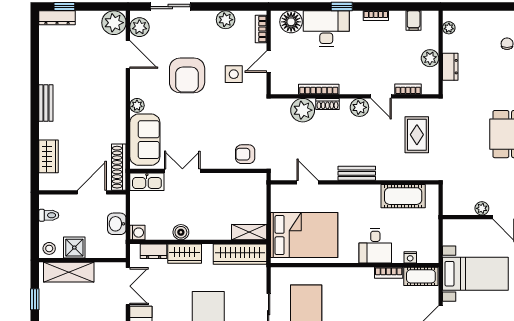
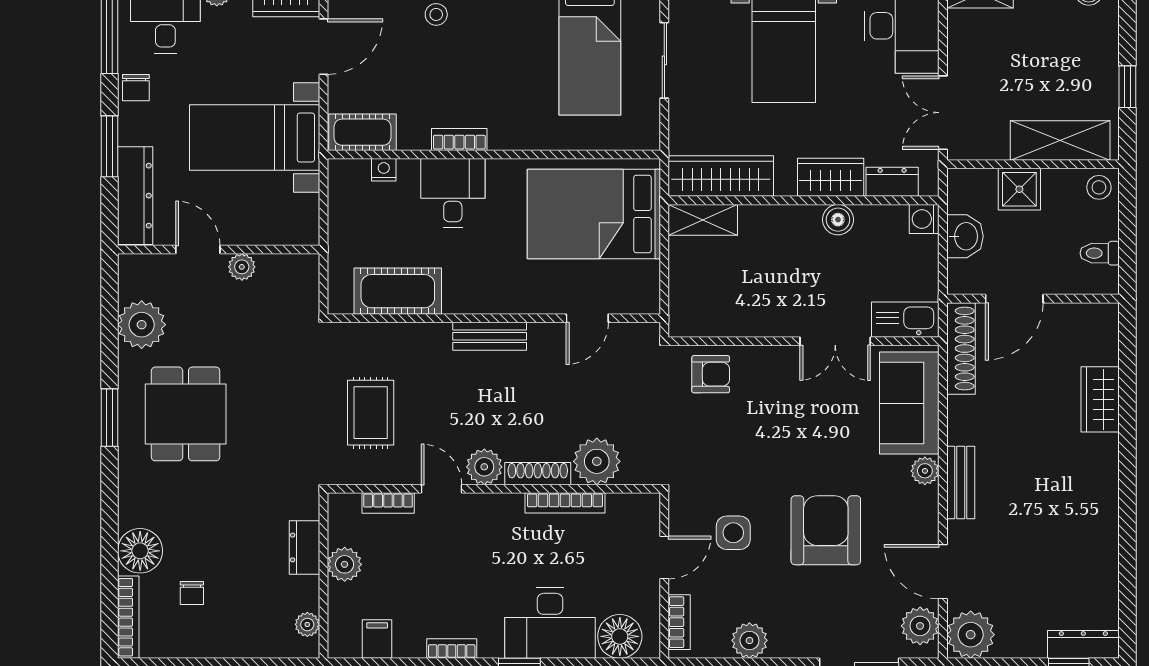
bench: (46, 103) -> (961, 482), moved
shoe rack: (327, 104) -> (538, 474), width x1.43
wardrobe: (49, 156) -> (1100, 399), moved
door: (307, 182) -> (587, 318), hinge flipped
shower: (74, 248) -> (1019, 189), moved
bookcase: (389, 273) -> (459, 139), moved

